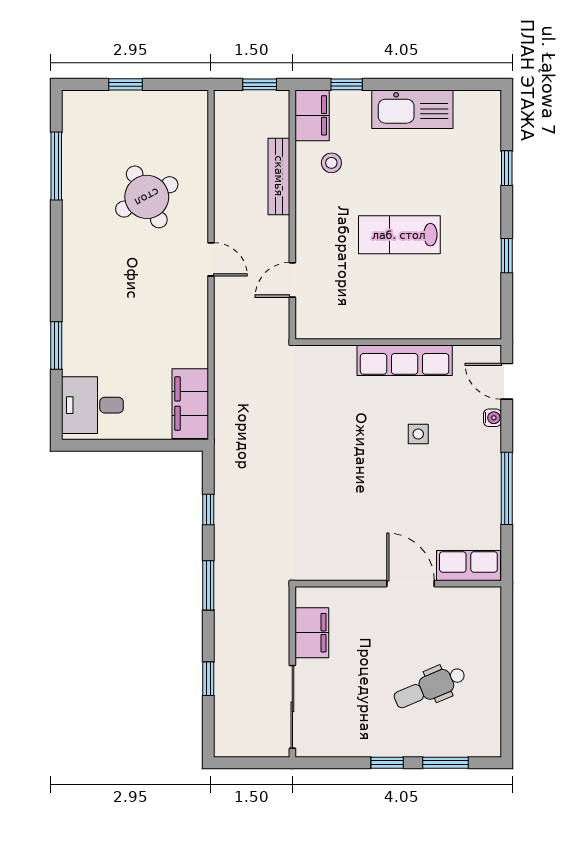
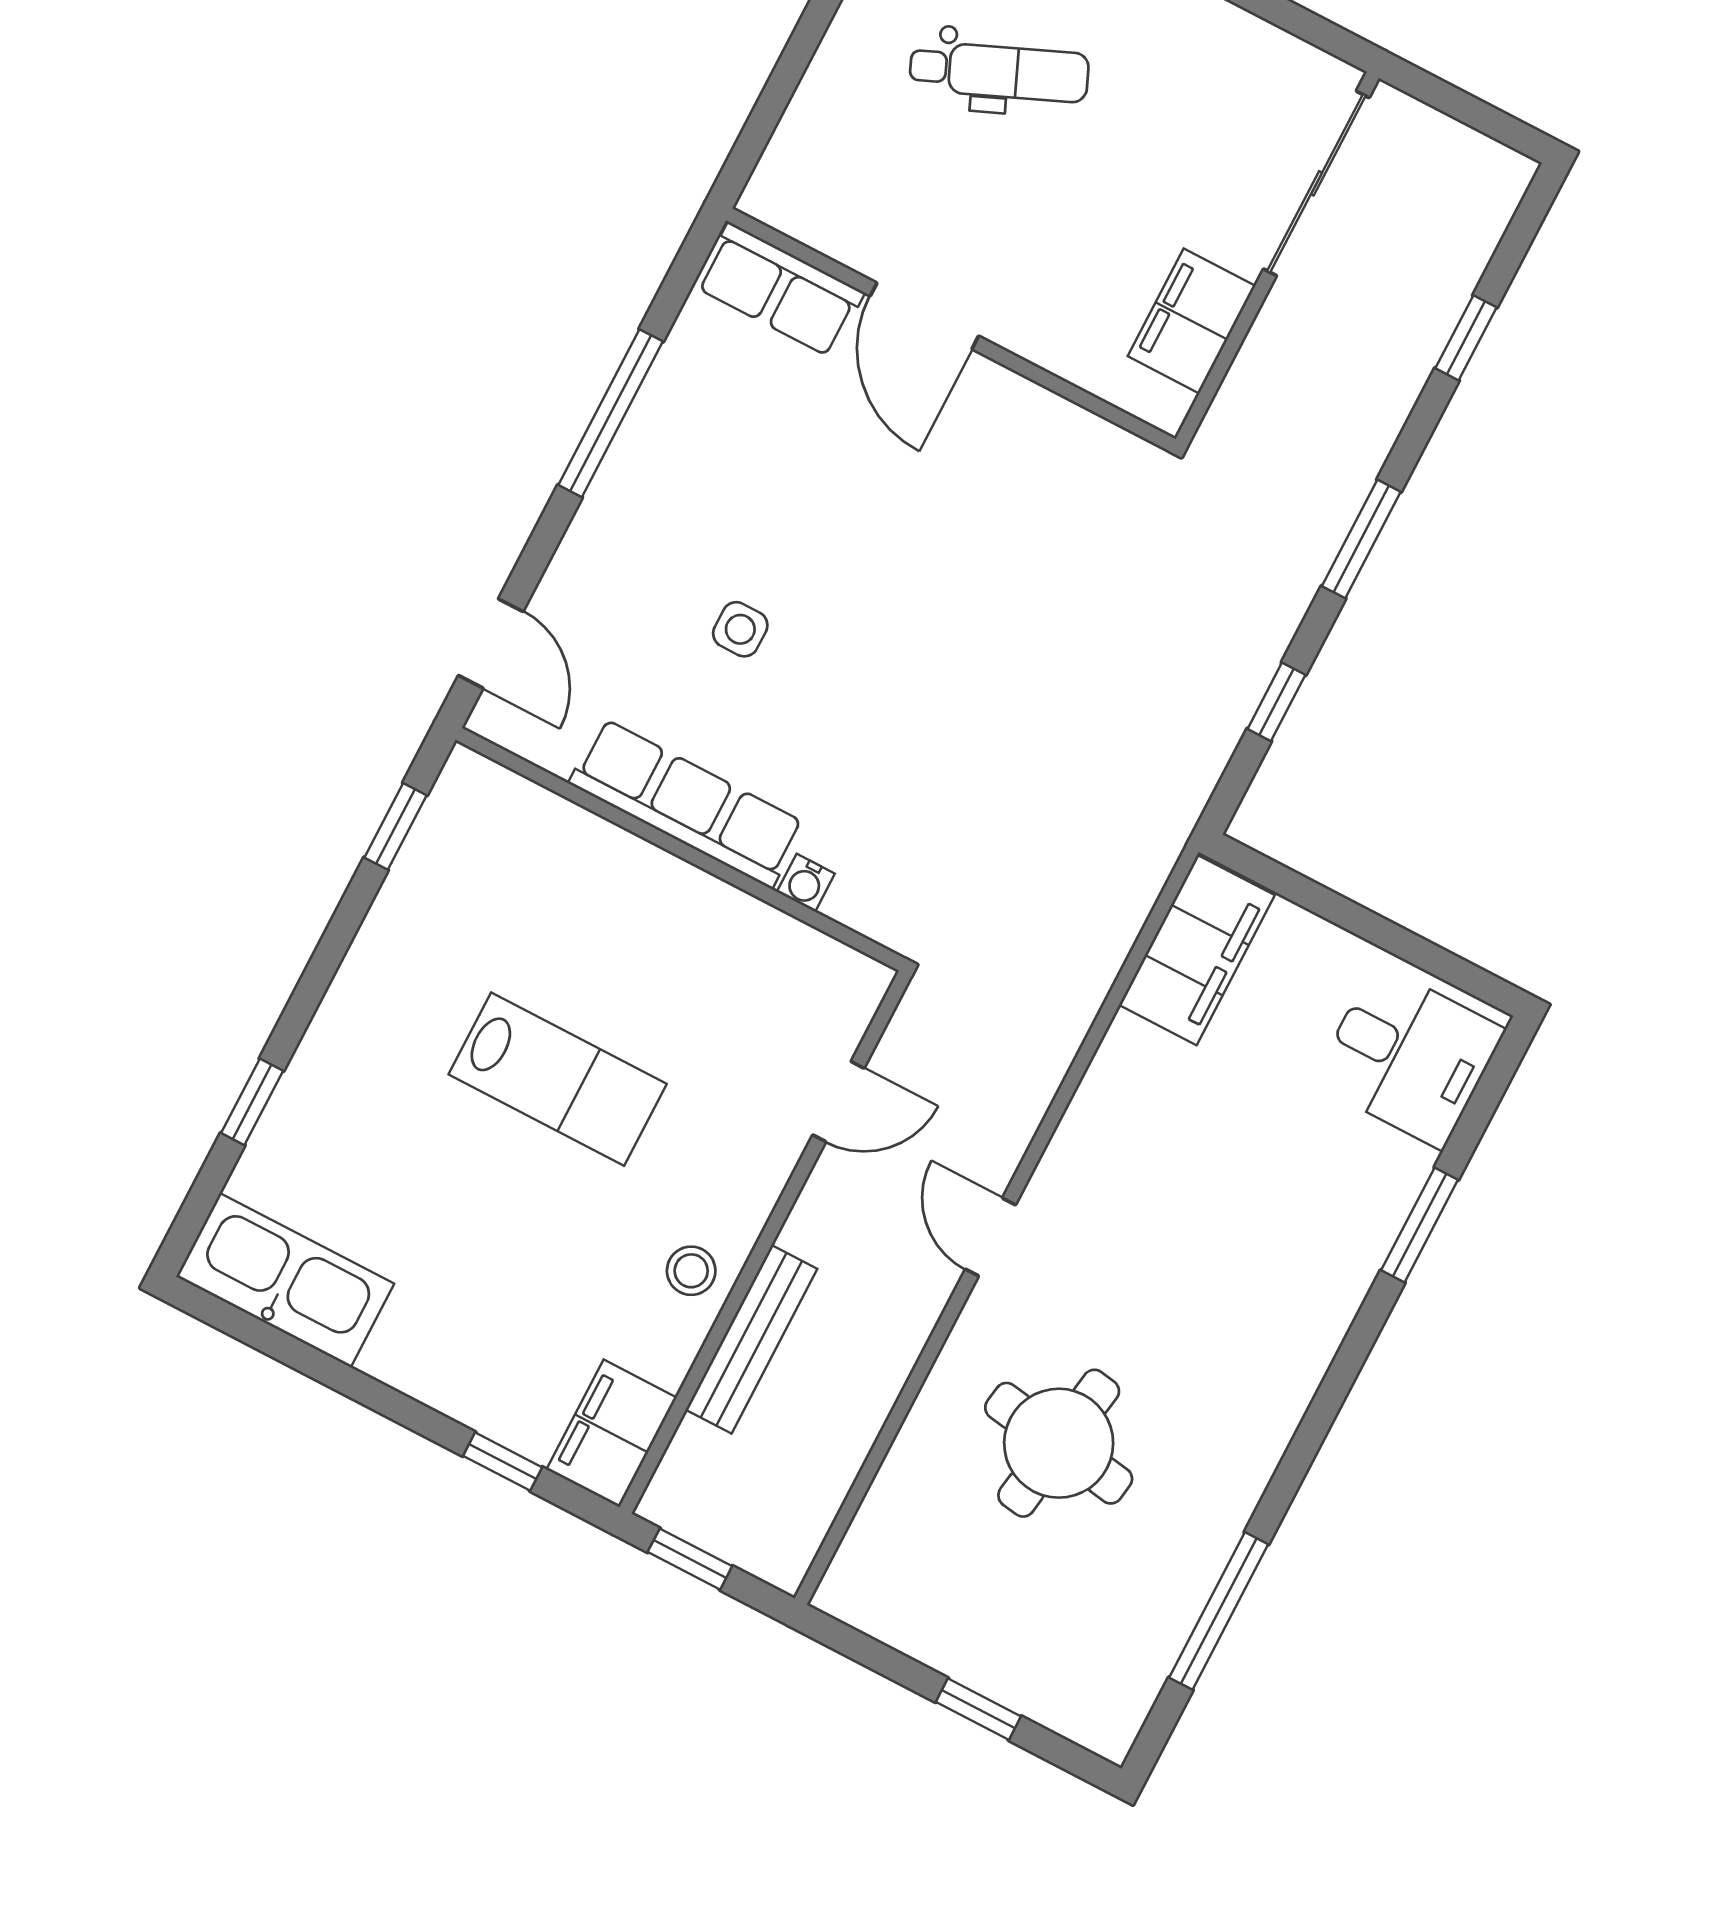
kitchen sink: (412, 109) -> (285, 1280), moved
stool: (331, 163) -> (691, 1271), moved
round table: (147, 197) -> (1059, 1443), turned 37
window: (507, 256) -> (396, 826), moved
water cooler: (492, 418) -> (806, 883), moved, turned -90

